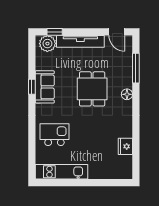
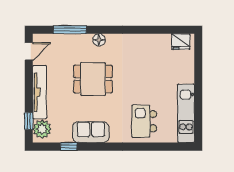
window: (32, 87) -> (69, 147), moved
fridge: (125, 146) -> (181, 42), moved

